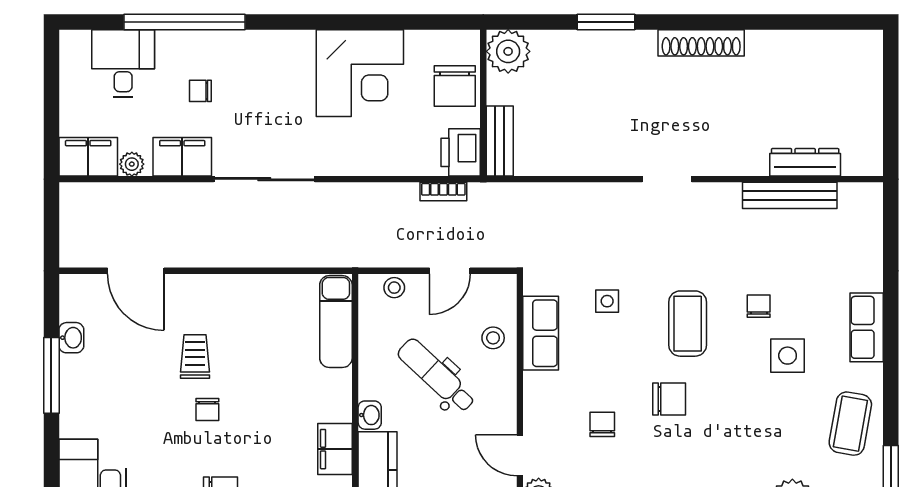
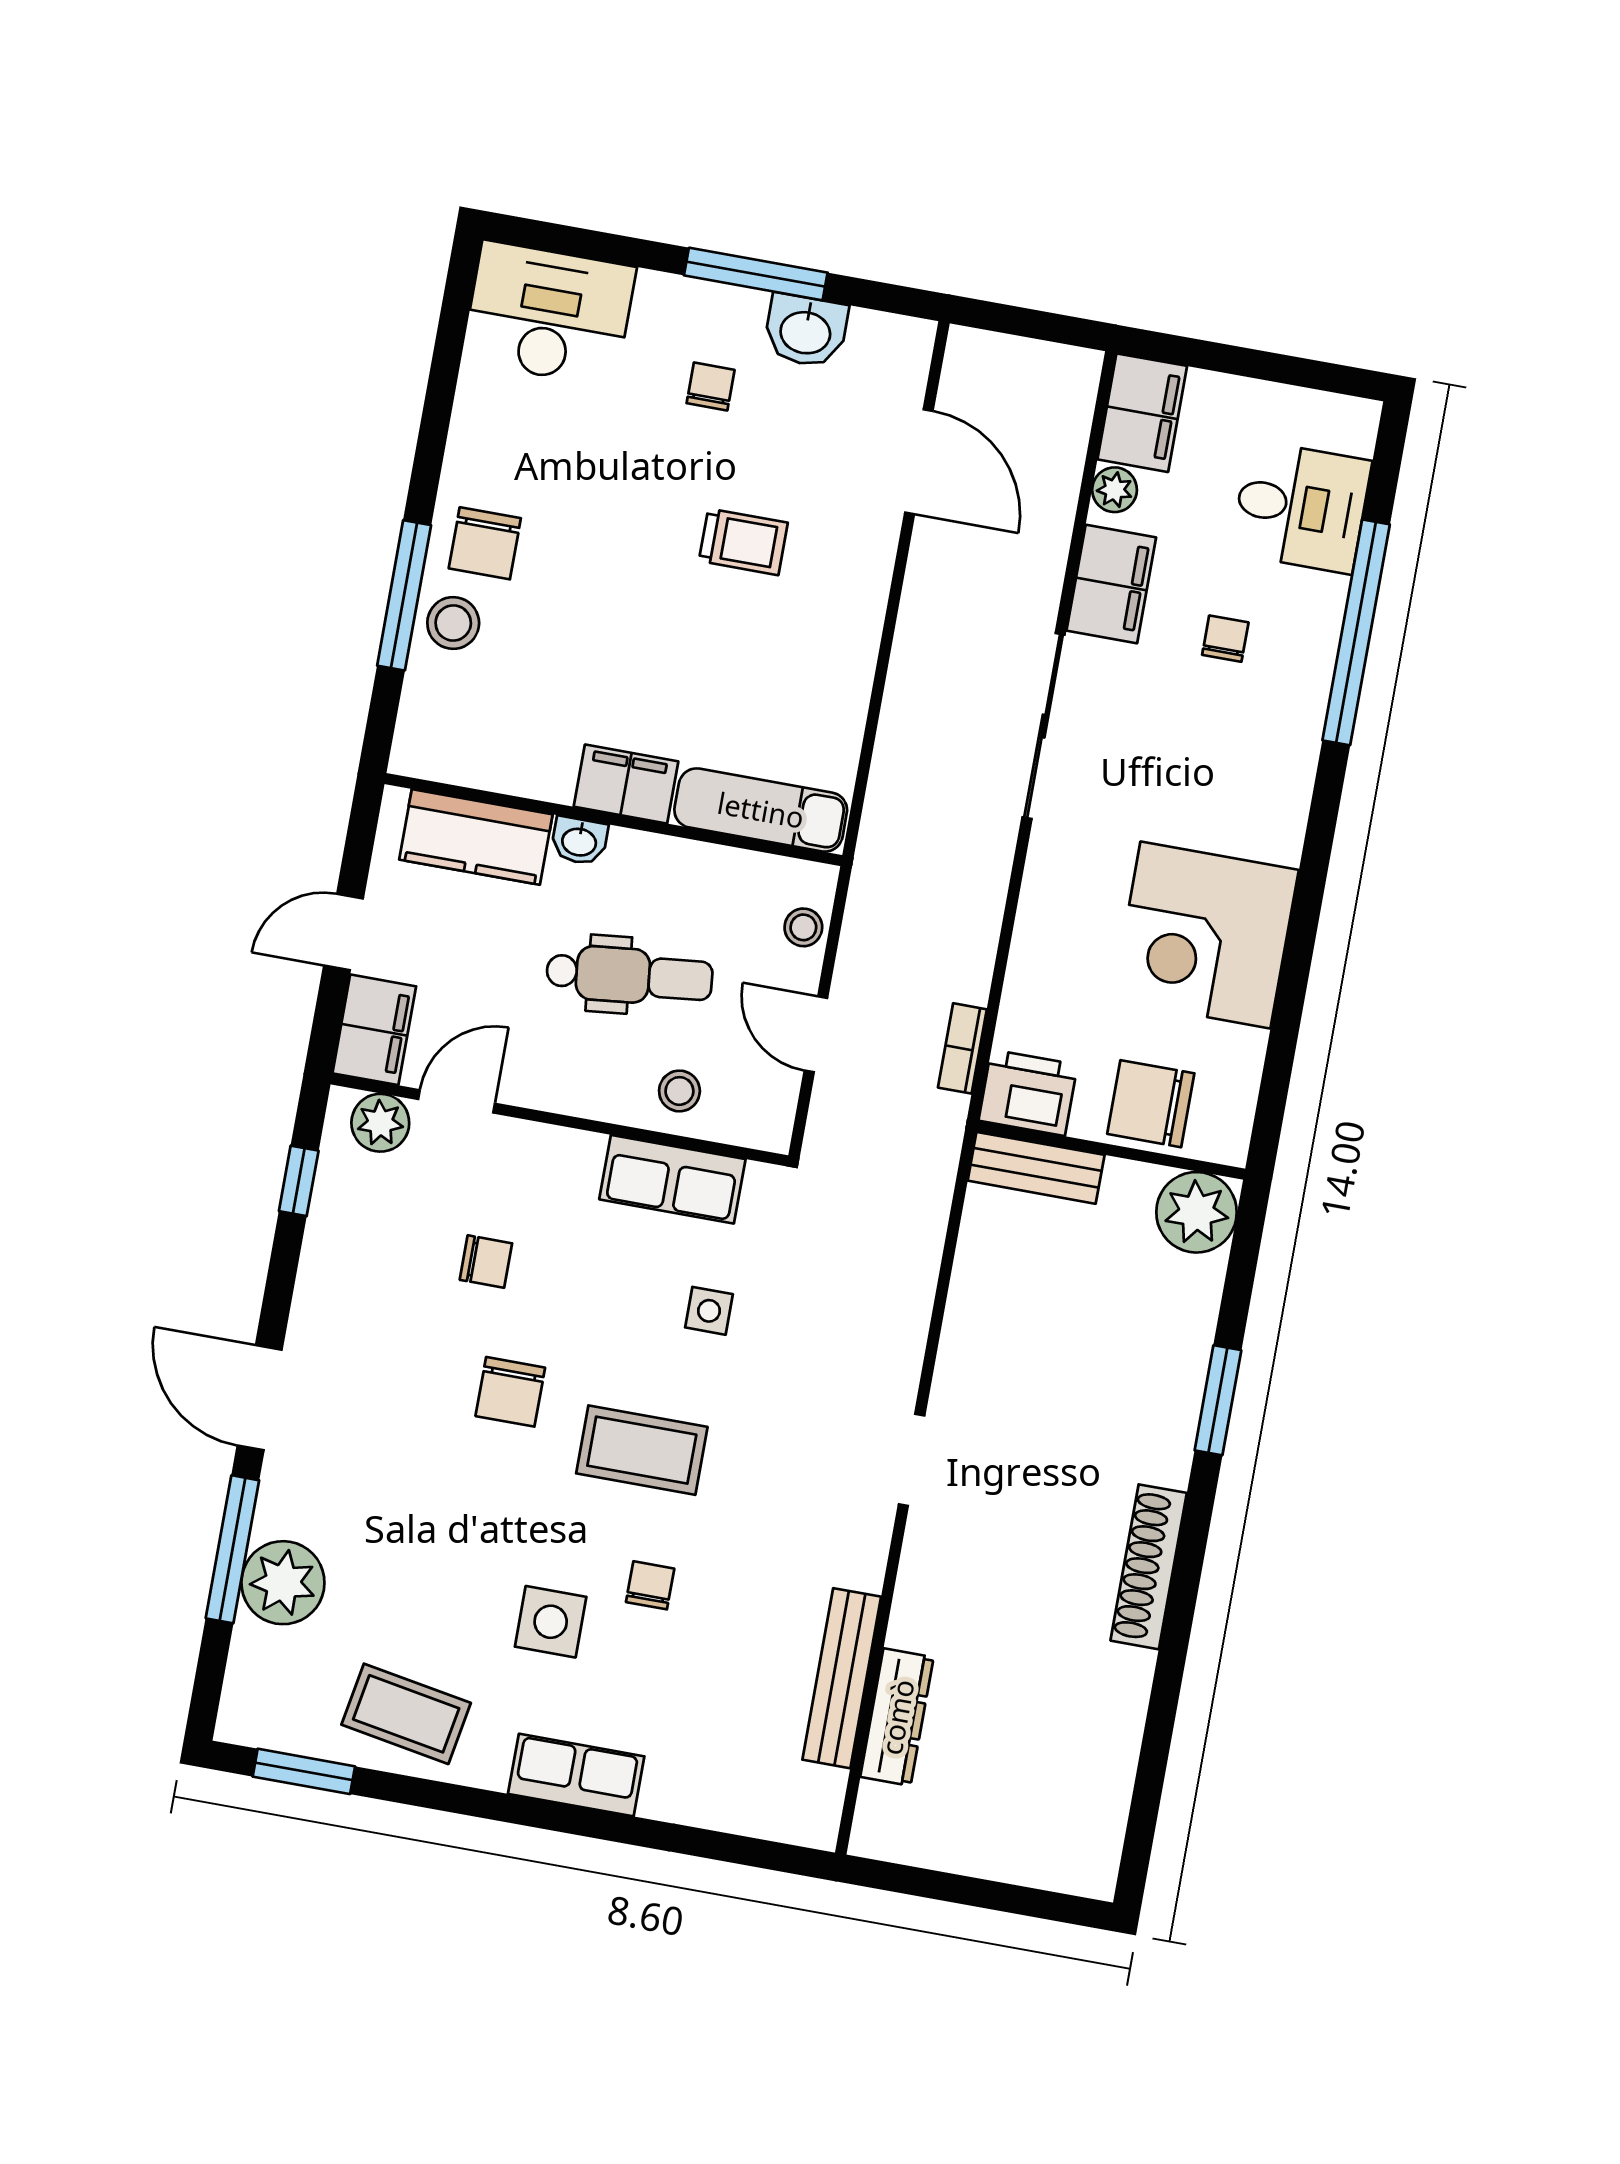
door: (136, 271) -> (919, 462), swing flipped
chair: (759, 306) -> (650, 1585), turned -90
washbasin: (71, 338) -> (806, 331), width x1.38, depth x1.45
dental chair: (437, 376) -> (629, 976), turned 41
chair: (207, 409) -> (711, 387), moved, turned 90
filing cabinet: (335, 449) -> (626, 784), moved

